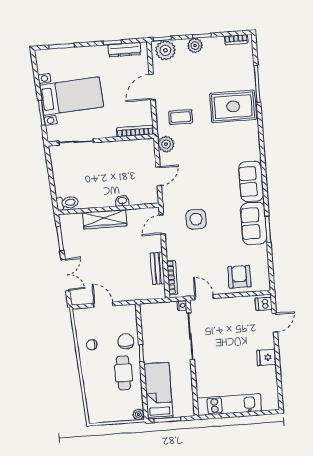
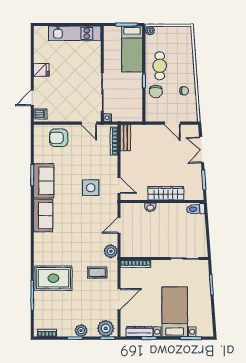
bed with nightstands: (71, 96) -> (175, 312), moved, turned 94
door: (162, 225) -> (119, 185), hinge flipped
bench: (157, 268) -> (125, 138), moved
armchair: (239, 277) -> (59, 138), turned 90

